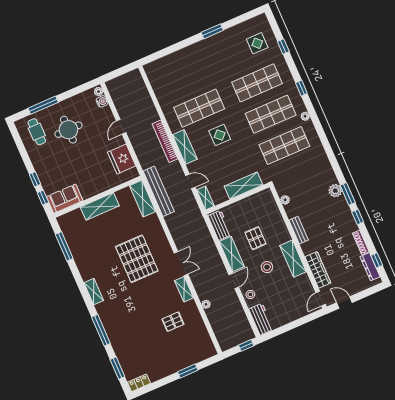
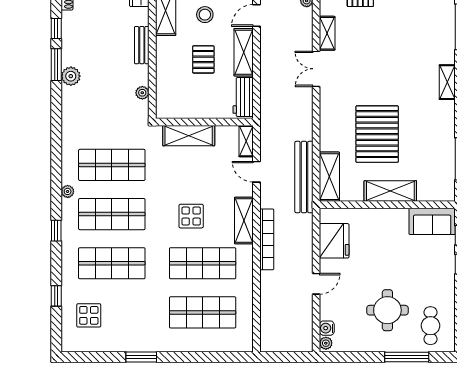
shop shelf: (186, 77) -> (203, 312), added
pallet: (137, 259) -> (377, 134), moved

